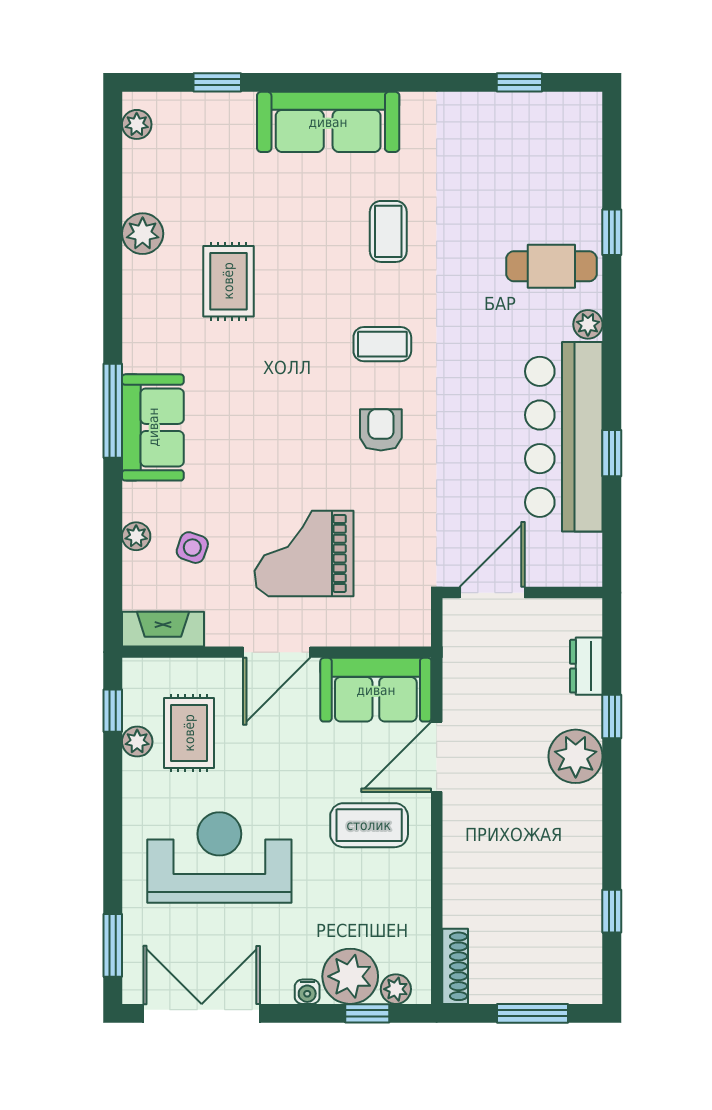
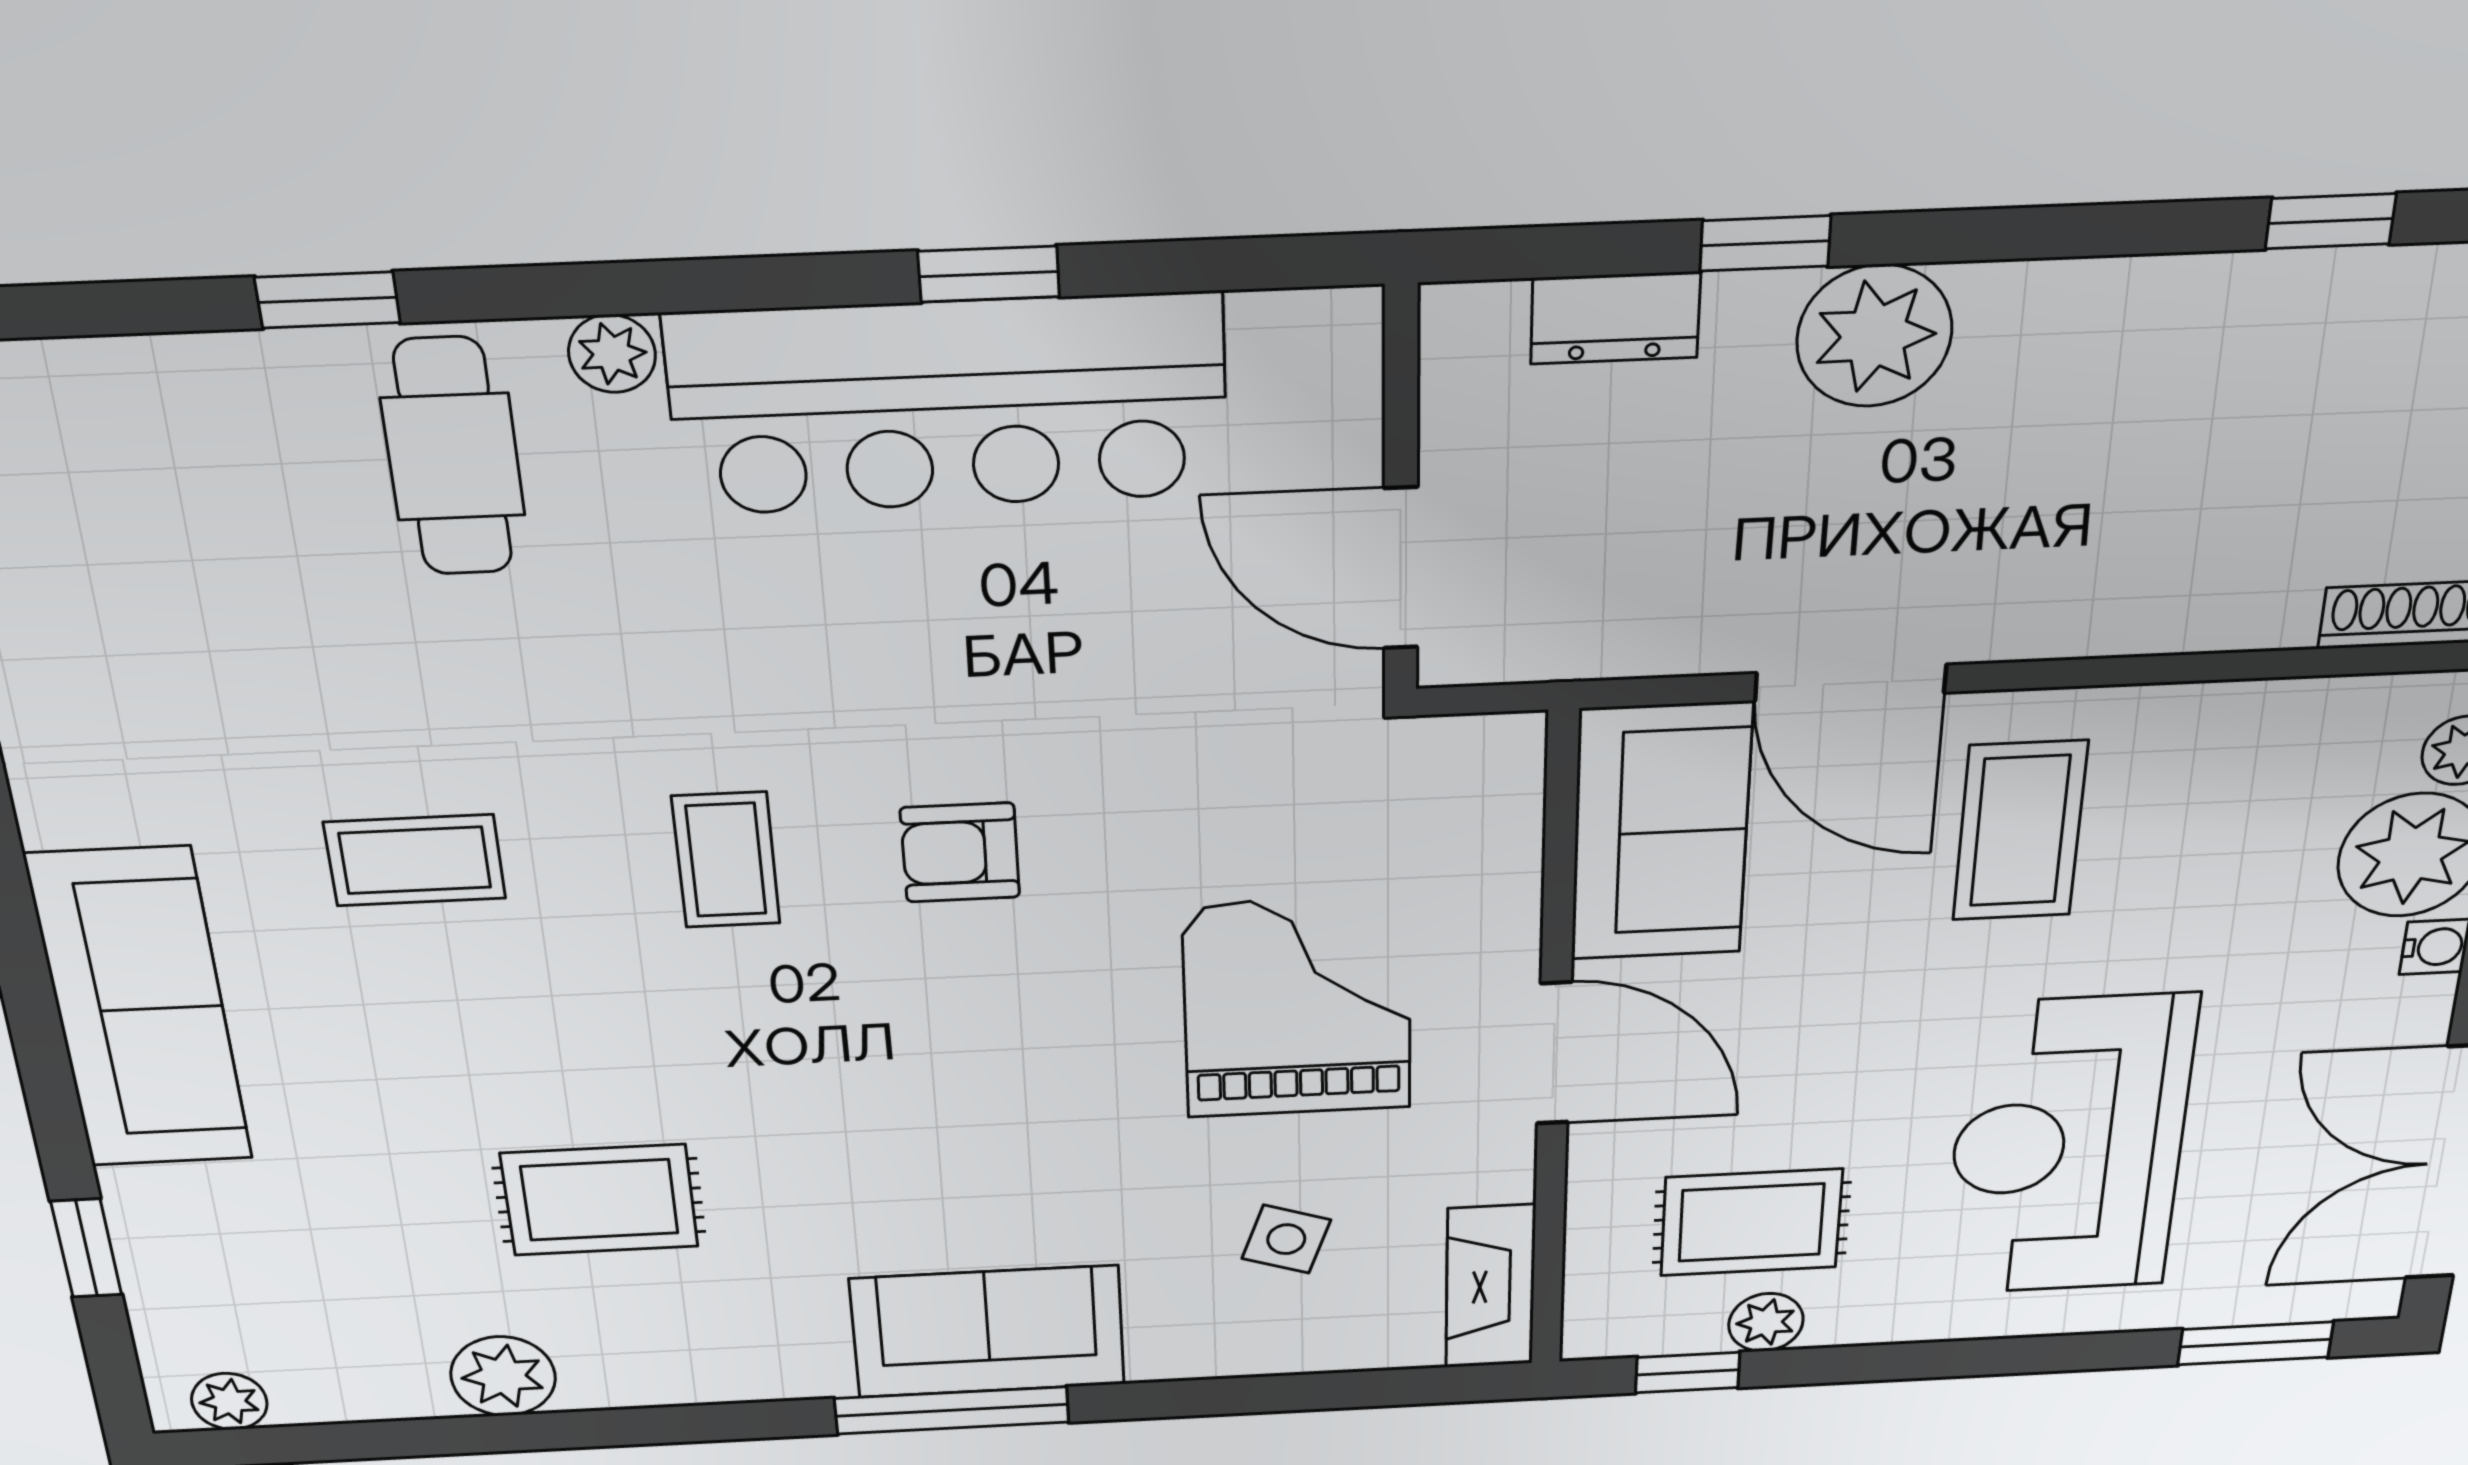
plant: (136, 536) -> (1260, 1350), removed
grand piano: (304, 553) -> (1298, 1007), turned 180

